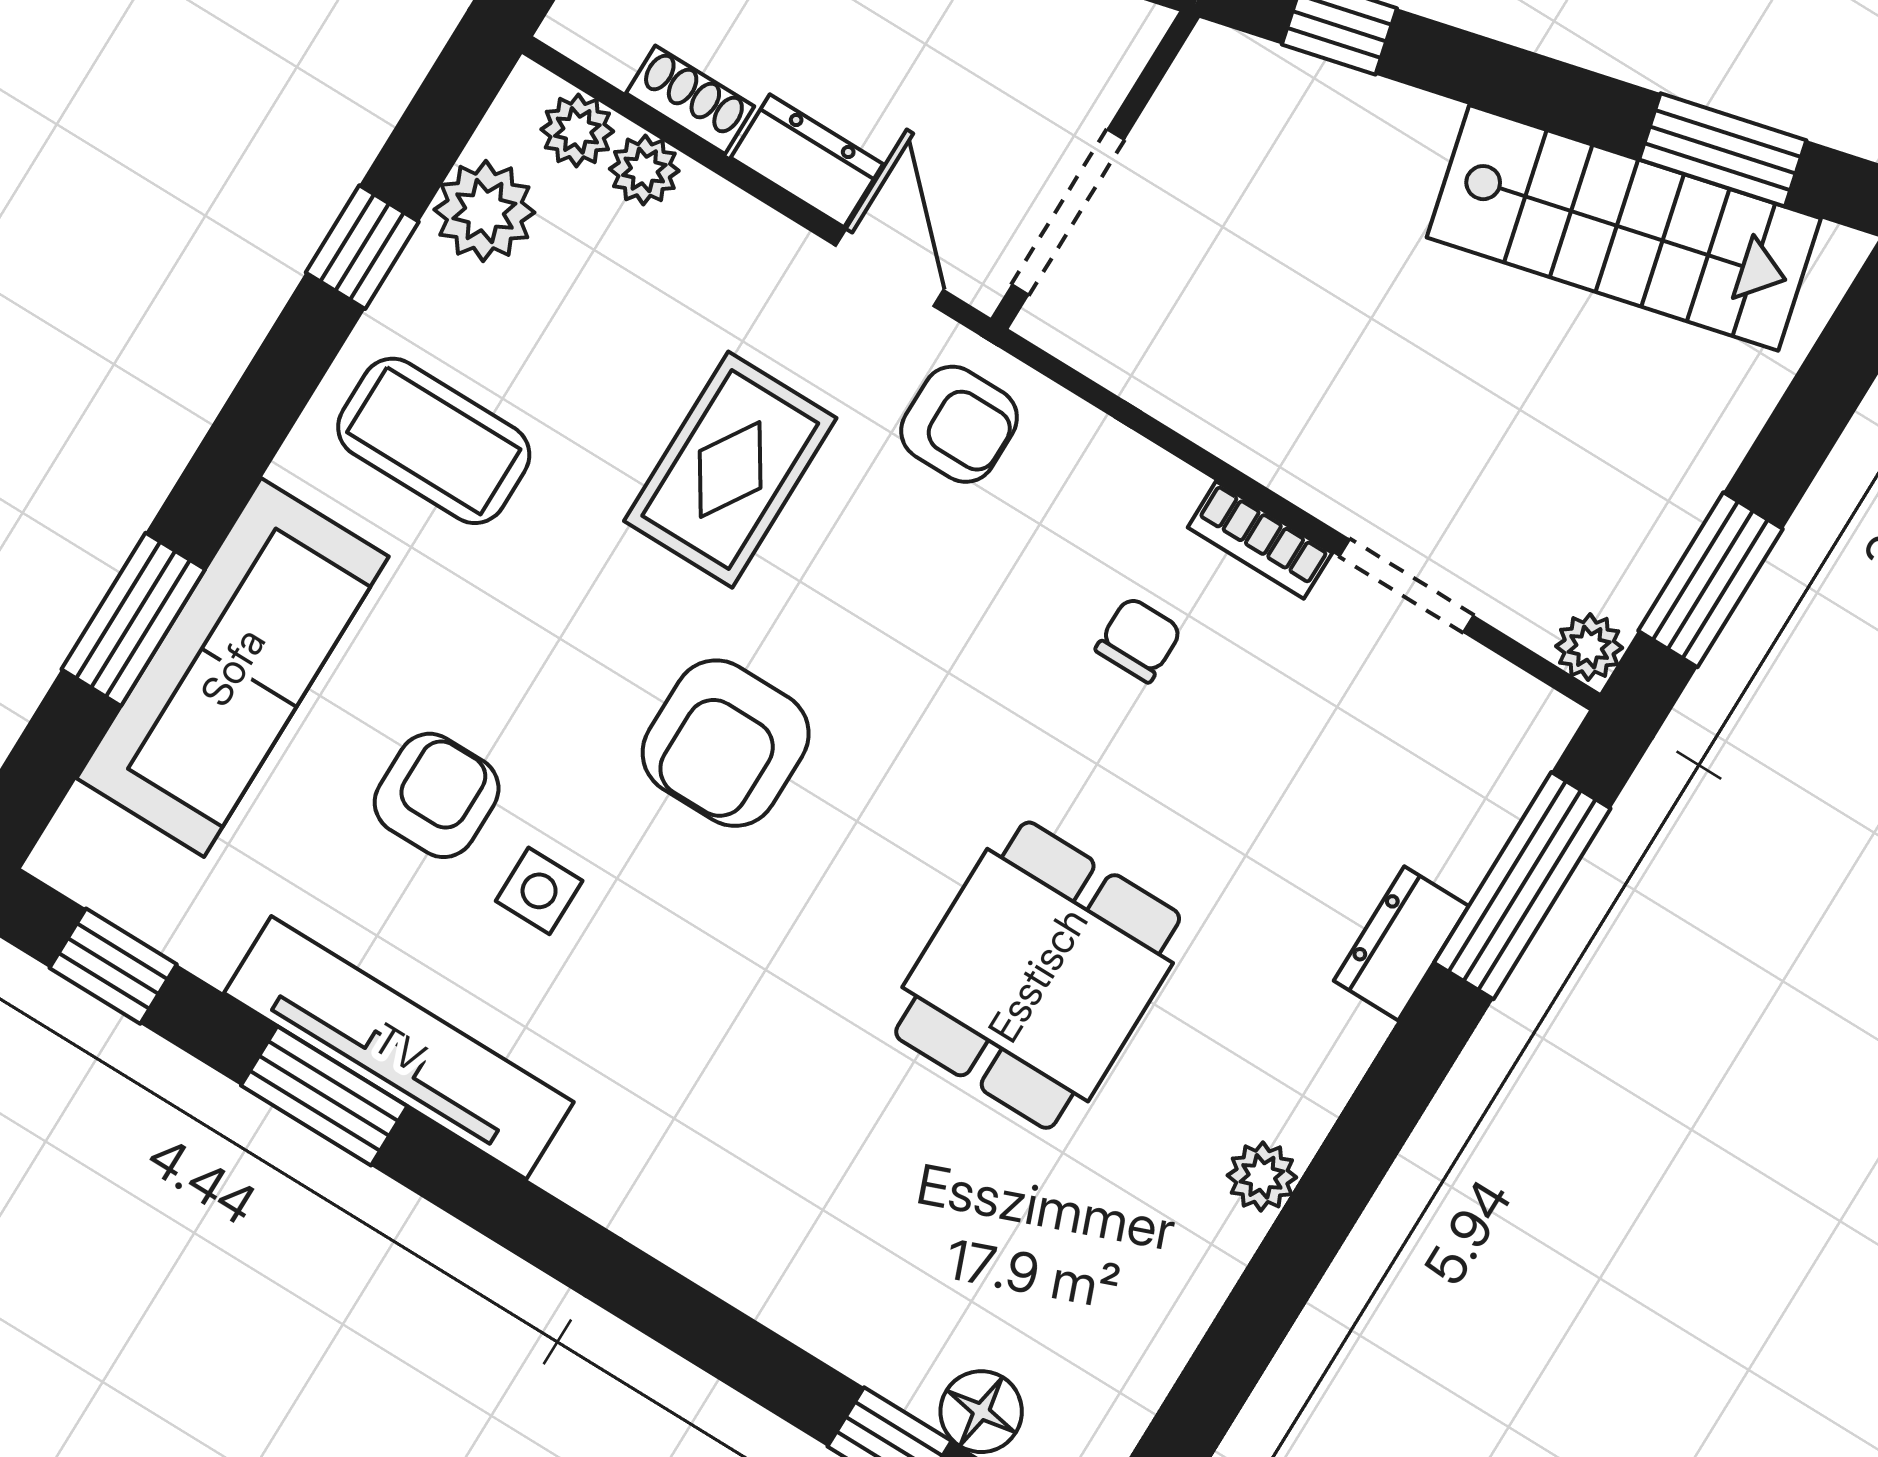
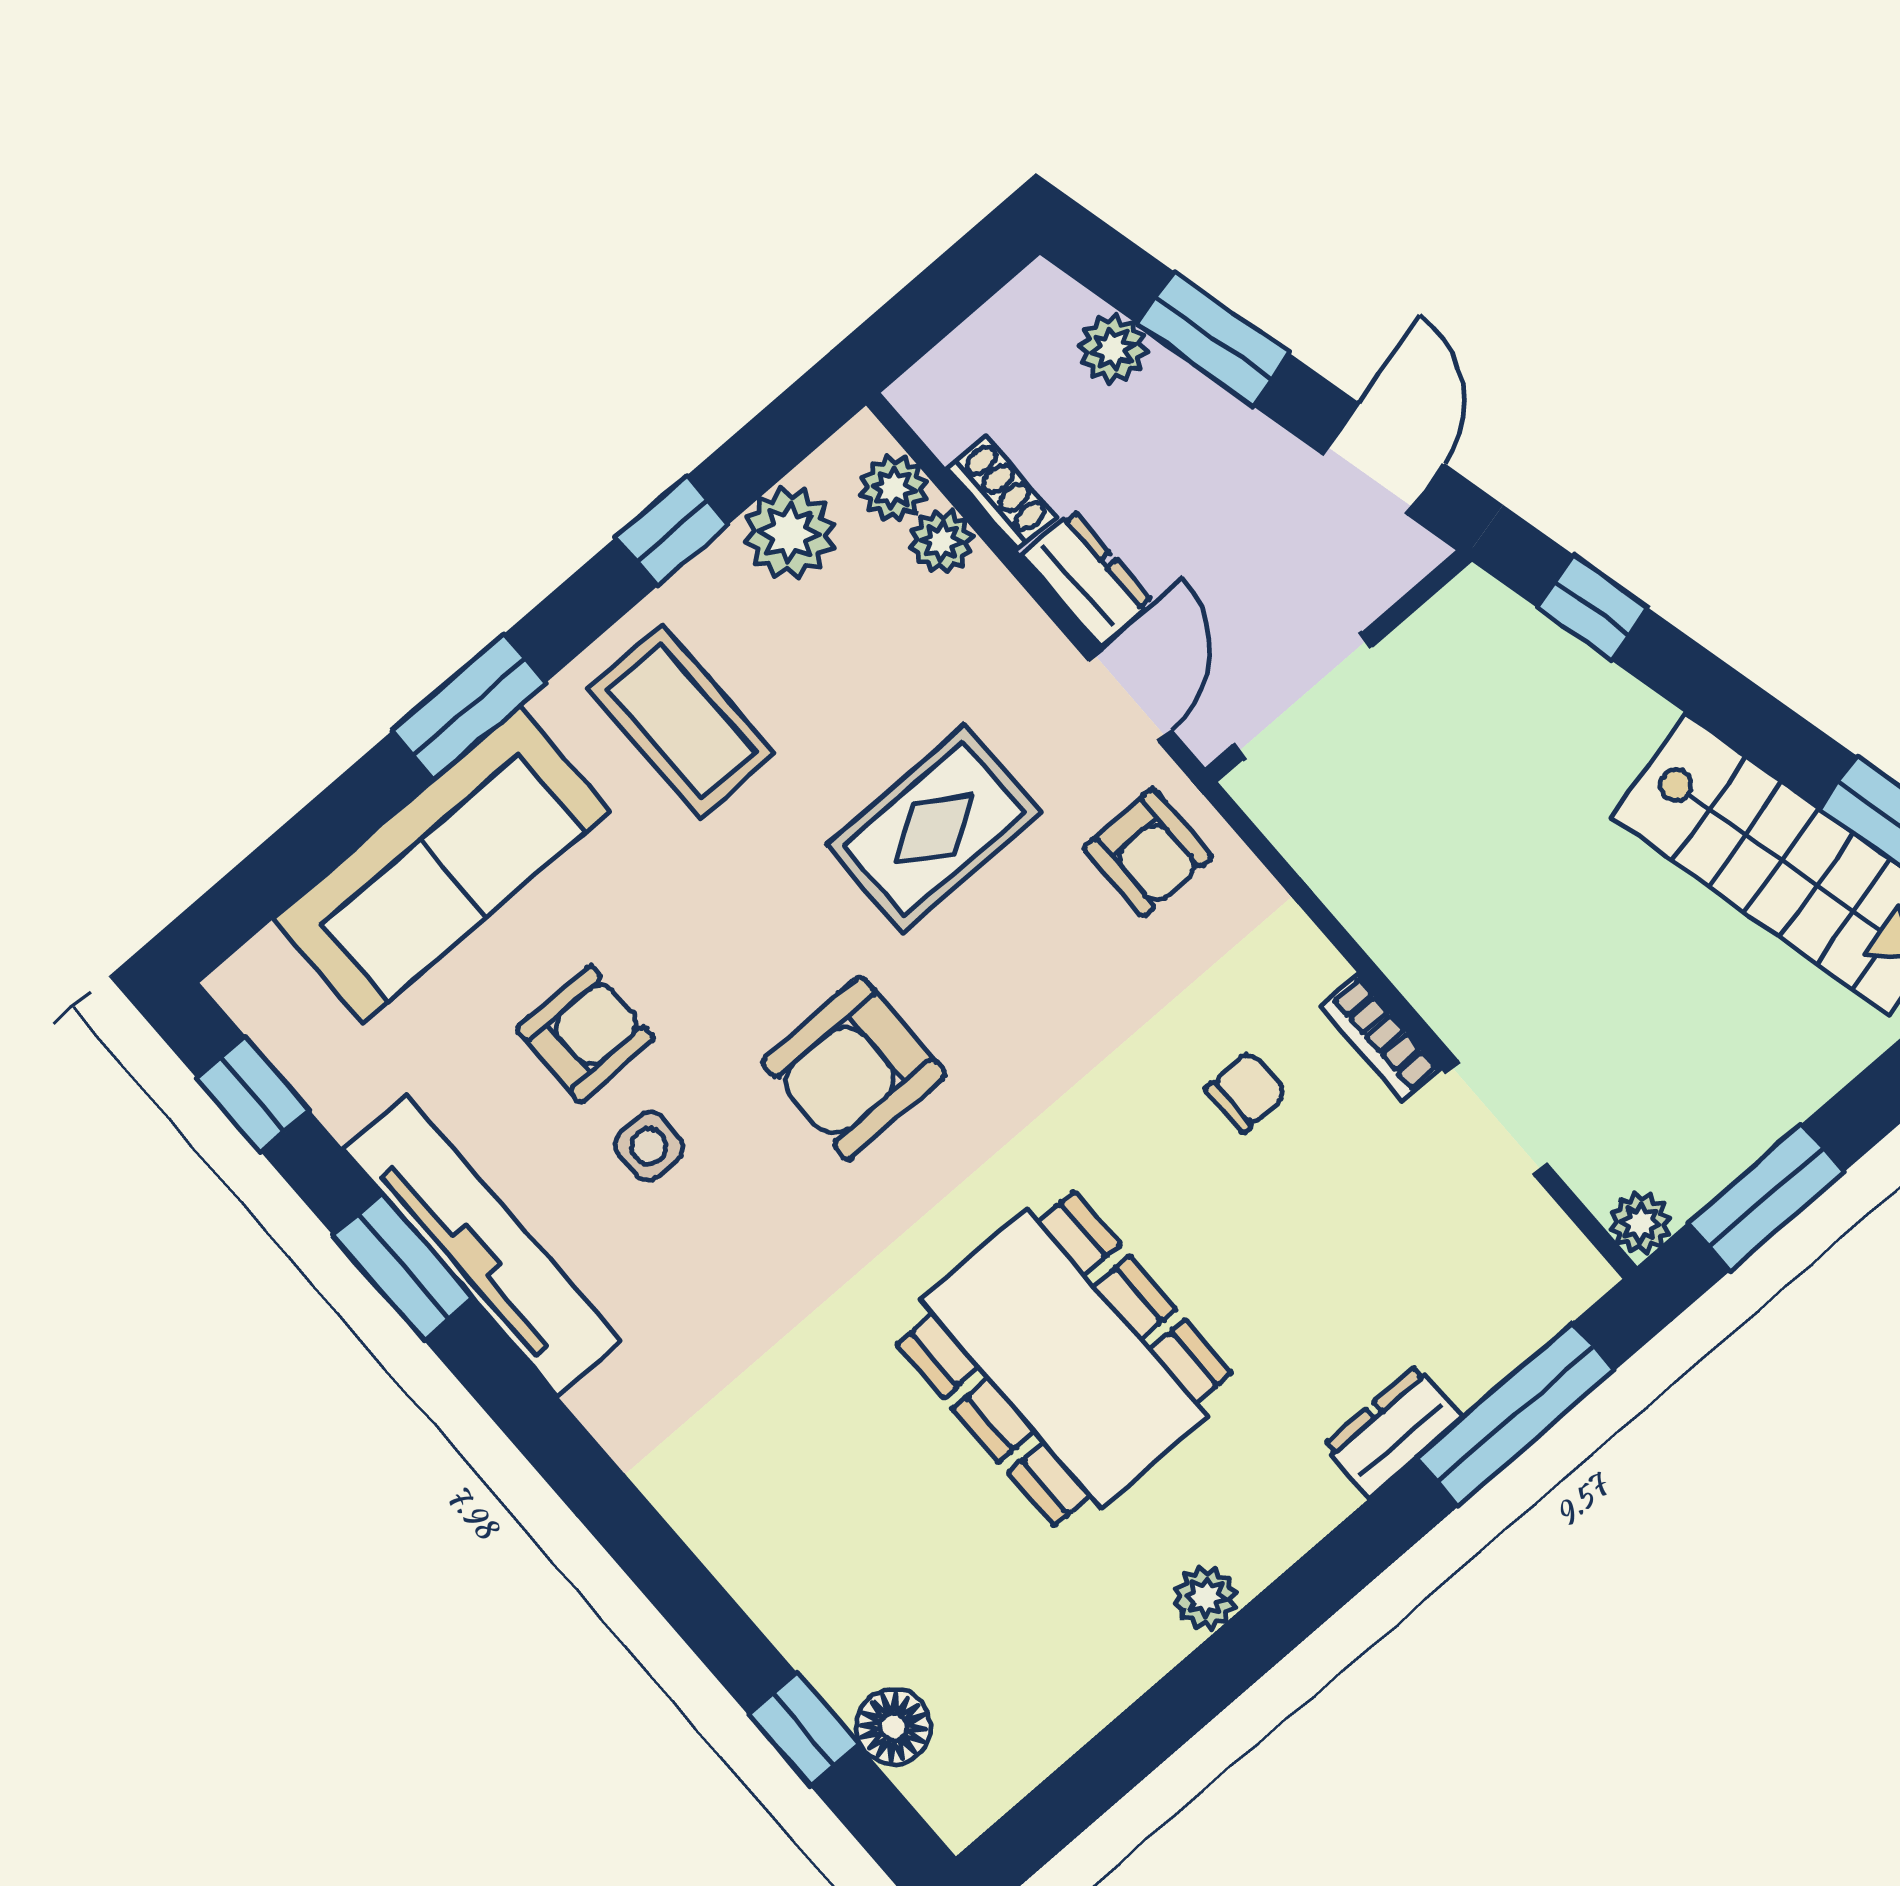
window: (133, 619) -> (469, 707), moved
dining table: (1038, 975) -> (1064, 1359), width x1.38

